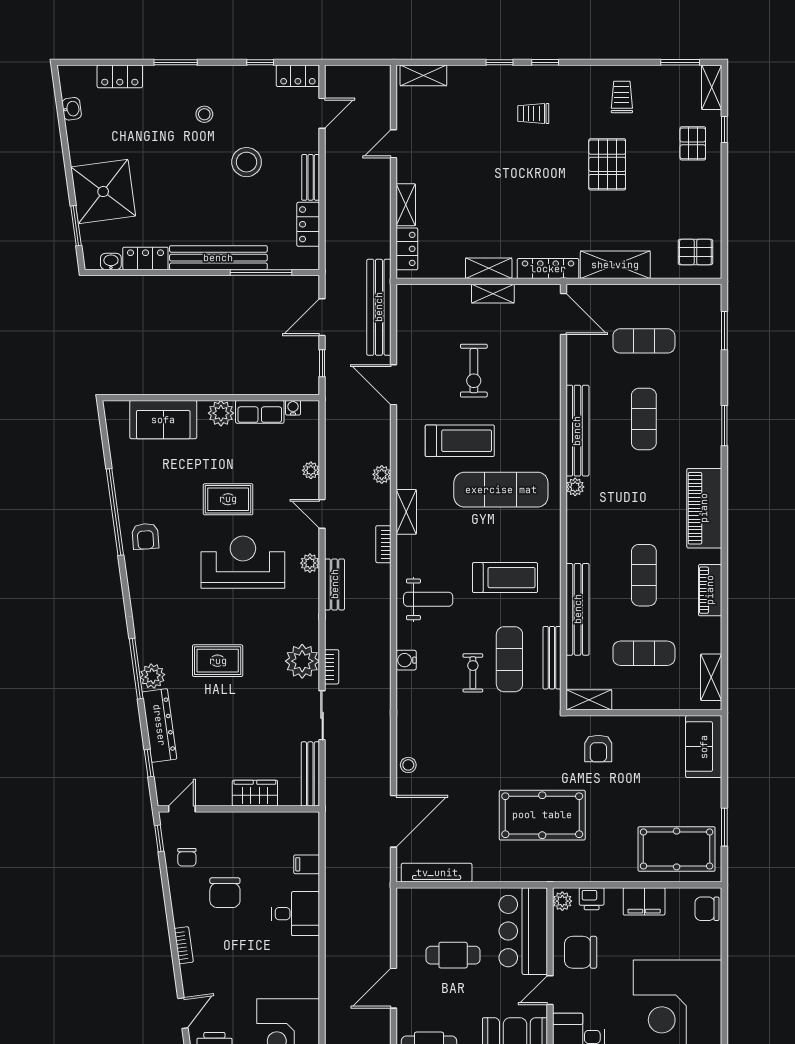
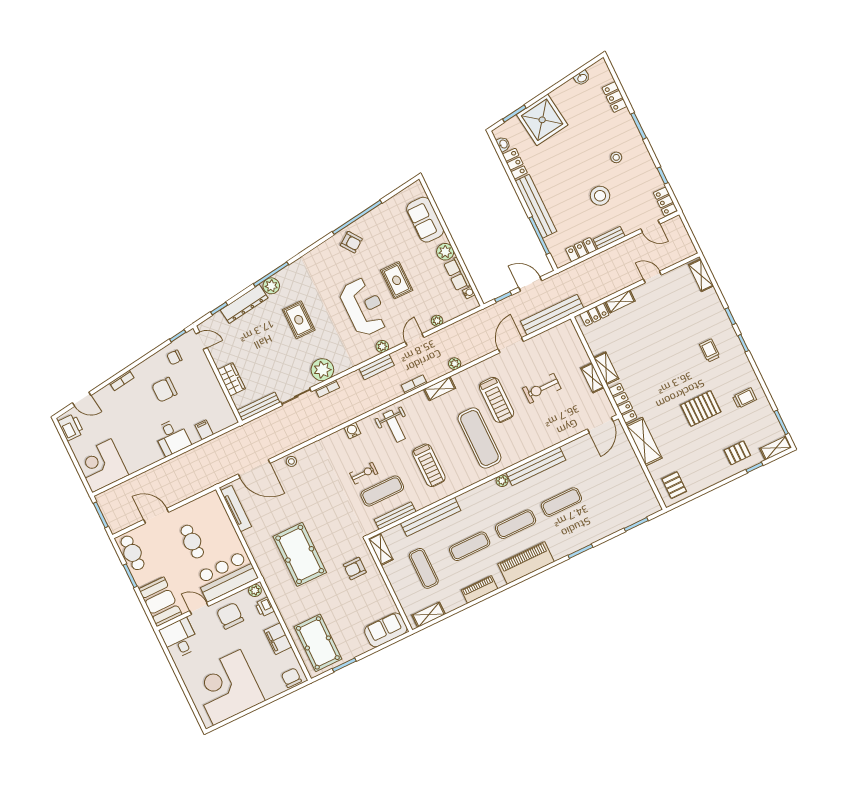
exercise mat: (644, 341) -> (516, 524), moved, turned 90
armchair: (145, 536) -> (351, 242), turned -122

